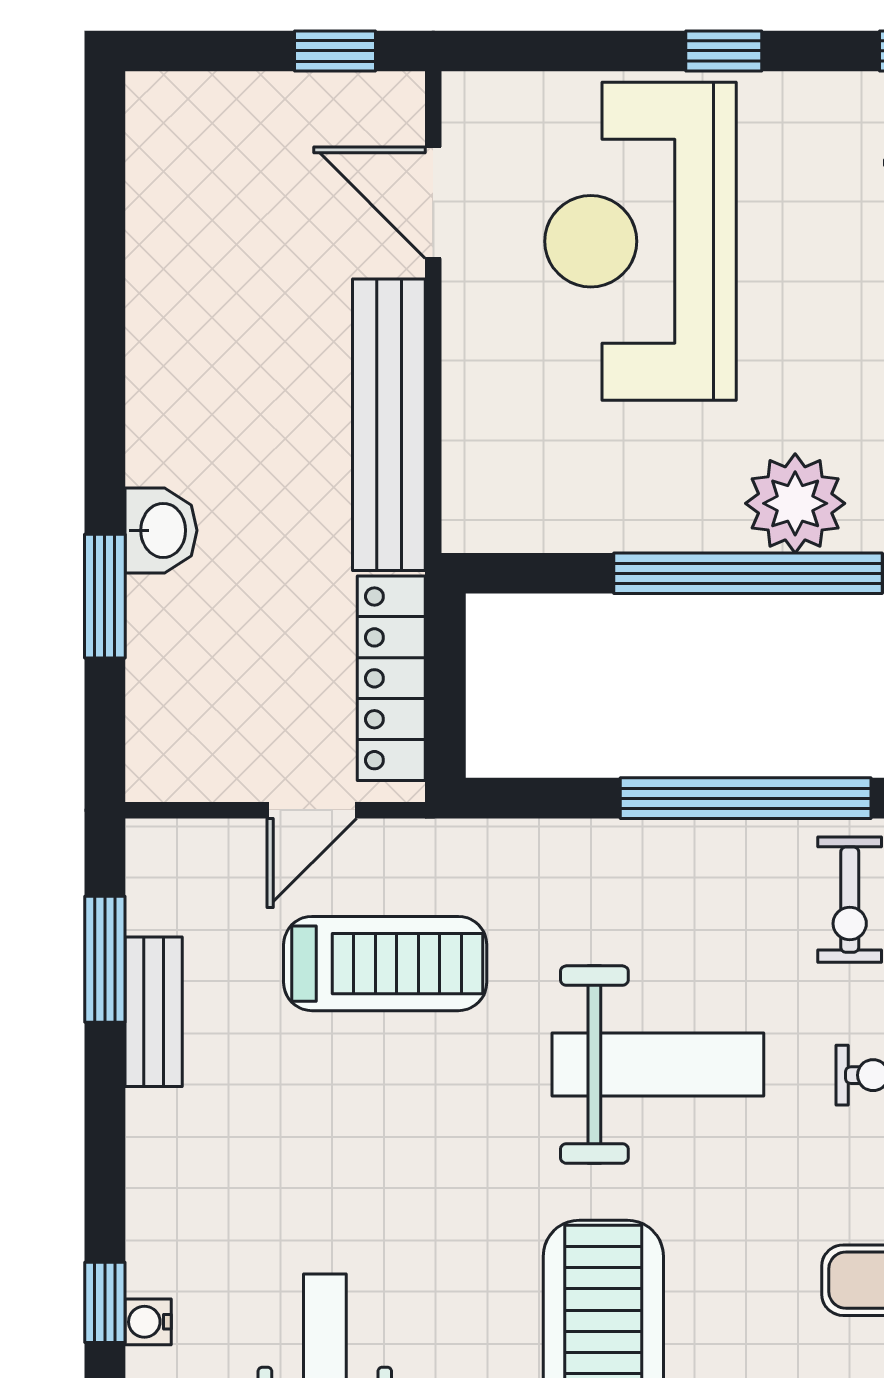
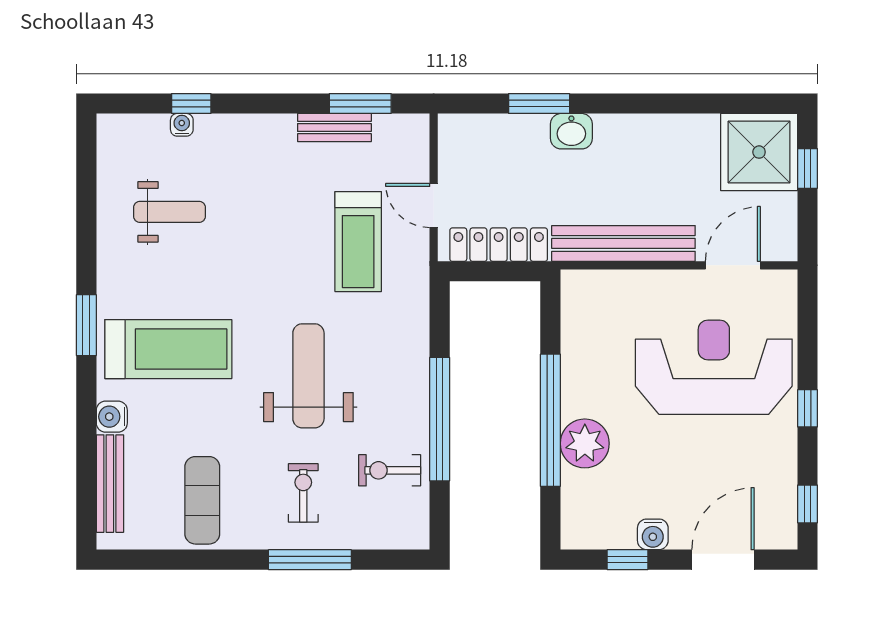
window: (335, 51) -> (808, 168), moved
shower: (203, 149) -> (759, 152), added
weight bench: (658, 1065) -> (308, 376), turned 180

